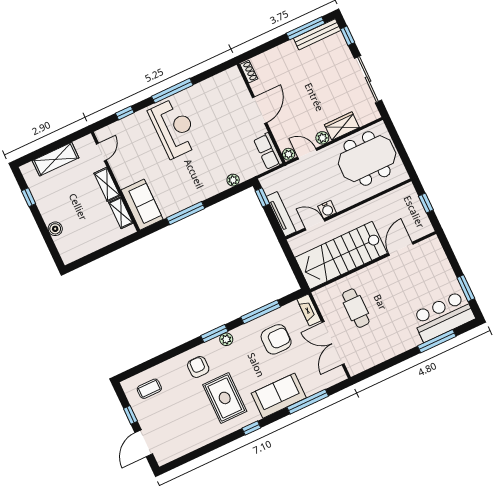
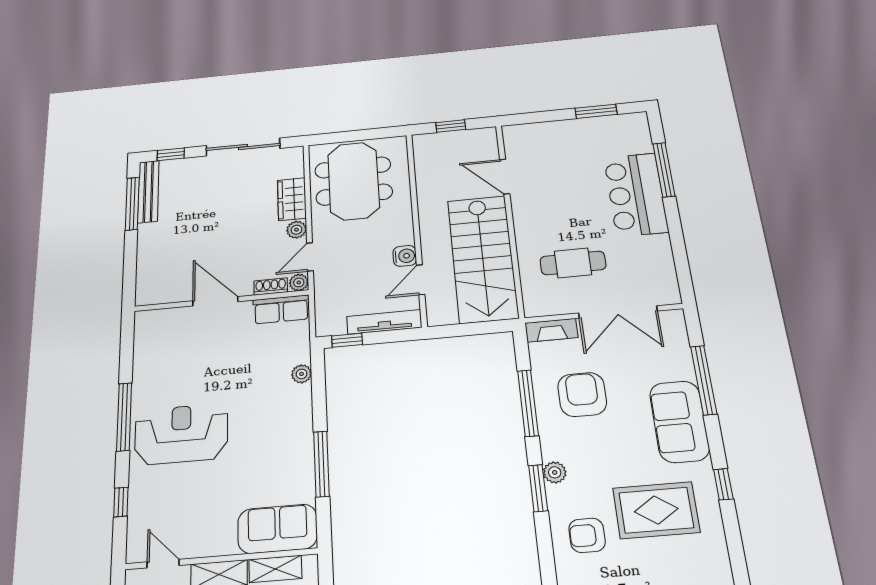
shoe rack: (249, 72) -> (271, 287), moved
bar counter: (443, 316) -> (636, 195), moved

